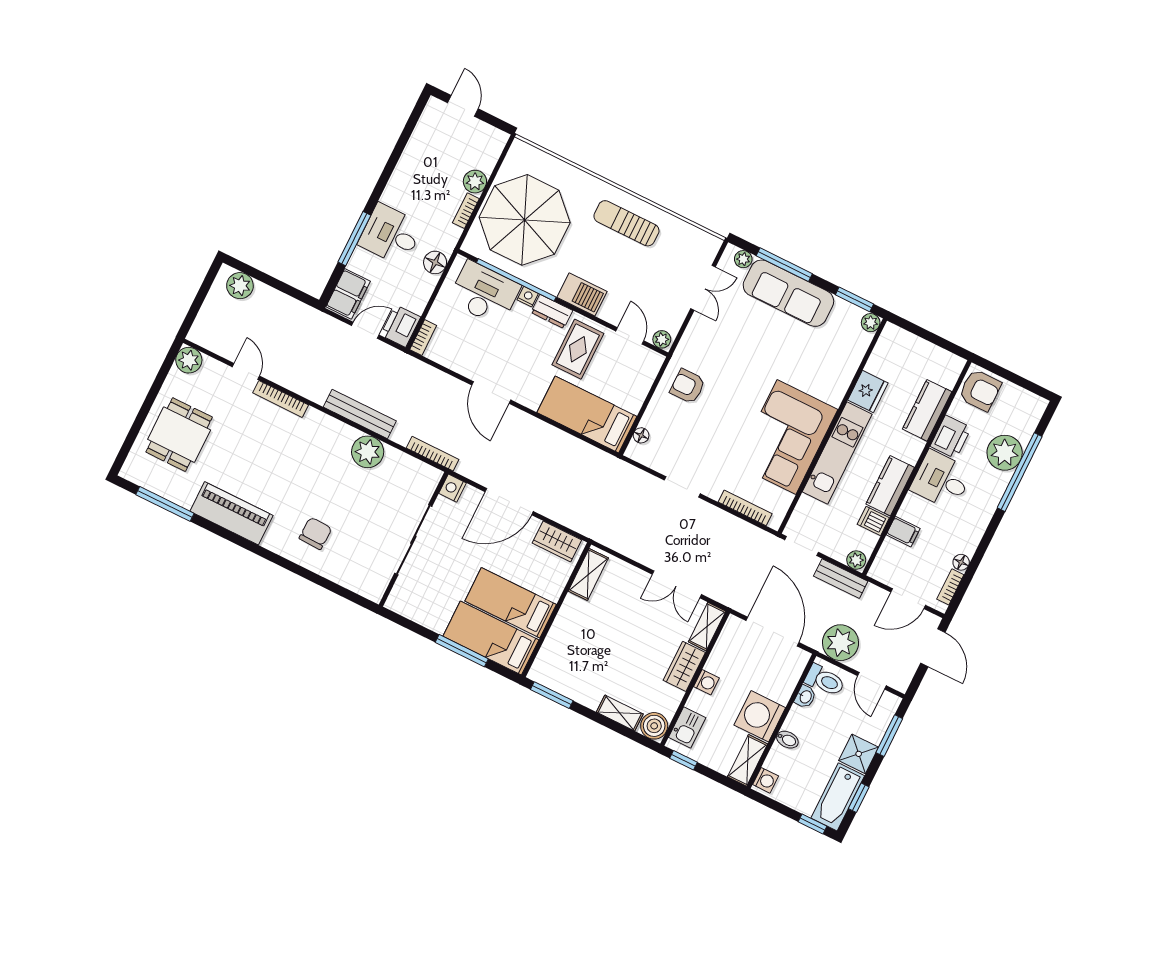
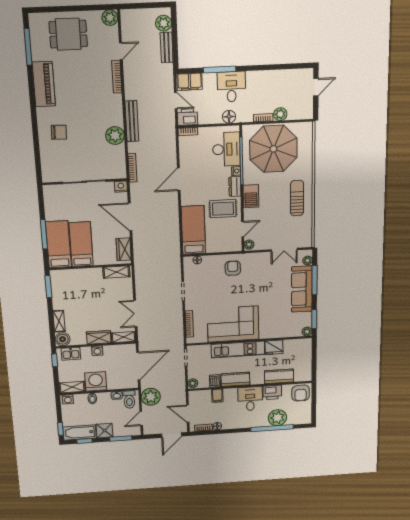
bench: (841, 579) -> (167, 47), moved

